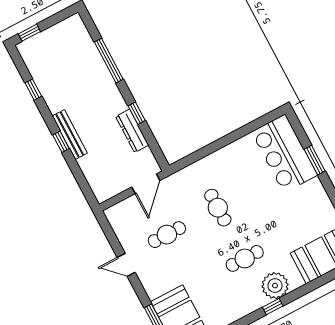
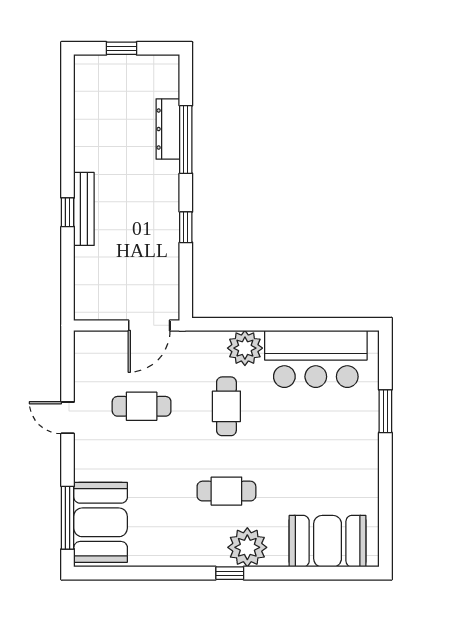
window: (29, 33) -> (122, 48), moved
window: (33, 90) -> (68, 125), removed
dresser: (132, 131) -> (168, 129), moved
bar counter: (284, 153) -> (316, 359), moved, turned -90
plant: (210, 167) -> (245, 348), added

